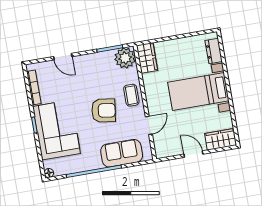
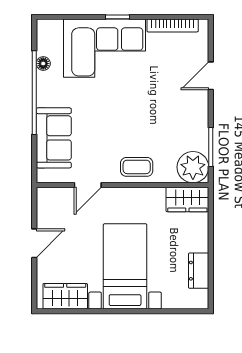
dresser: (214, 51) -> (199, 271), moved, turned -90
armchair: (104, 110) -> (121, 122), removed
door: (149, 125) -> (88, 185), hinge flipped
wardrobe: (221, 139) -> (65, 296), moved, turned -90
floor lamp: (49, 173) -> (43, 64), moved

